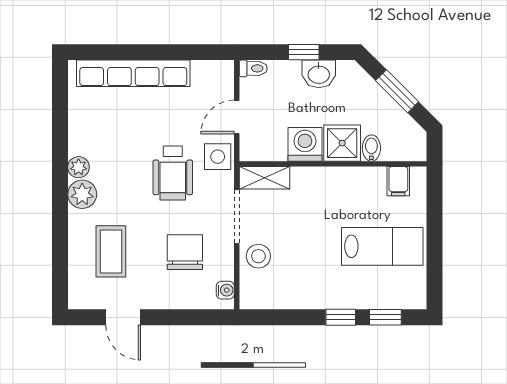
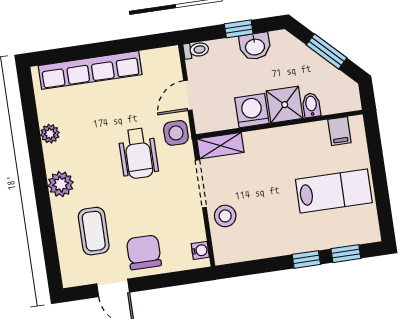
plant: (79, 167) -> (50, 134), moved
chair: (185, 252) -> (144, 252), moved

